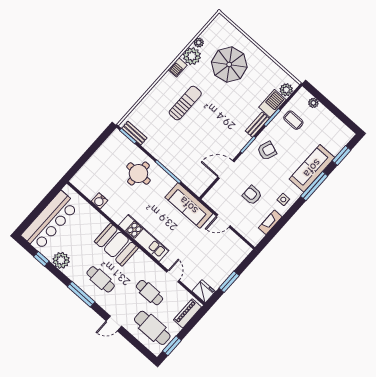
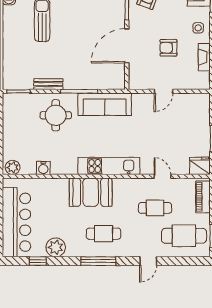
bench: (134, 133) -> (48, 84), moved
door: (226, 169) -> (127, 46), width x1.36
plant: (80, 183) -> (13, 167), added
sofa: (189, 205) -> (105, 104), moved

